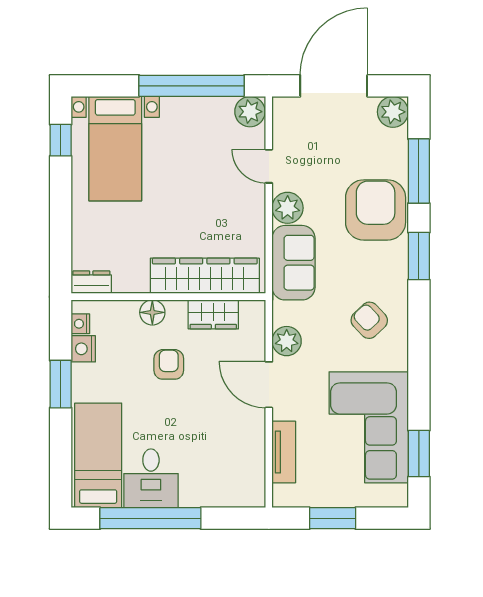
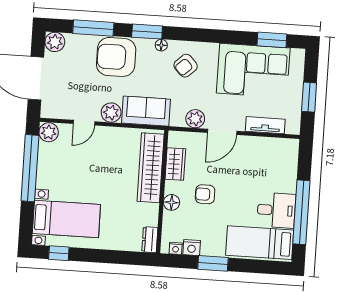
floor lamp: (399, 280) -> (161, 45), added

